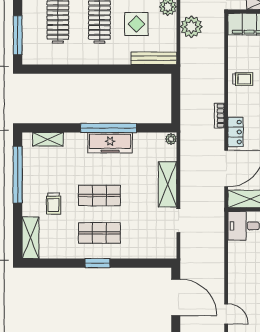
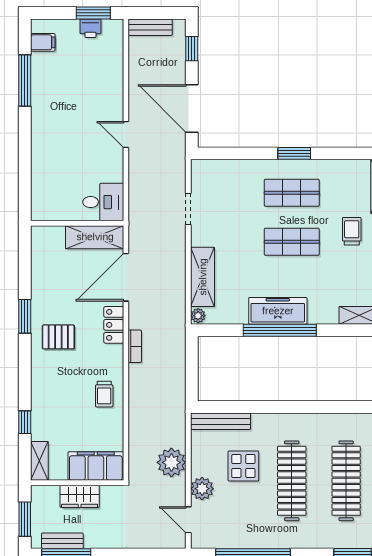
trolley: (243, 79) -> (104, 394), turned -90
shelving: (168, 184) -> (203, 277), moved
door: (226, 314) -> (126, 135), moved

